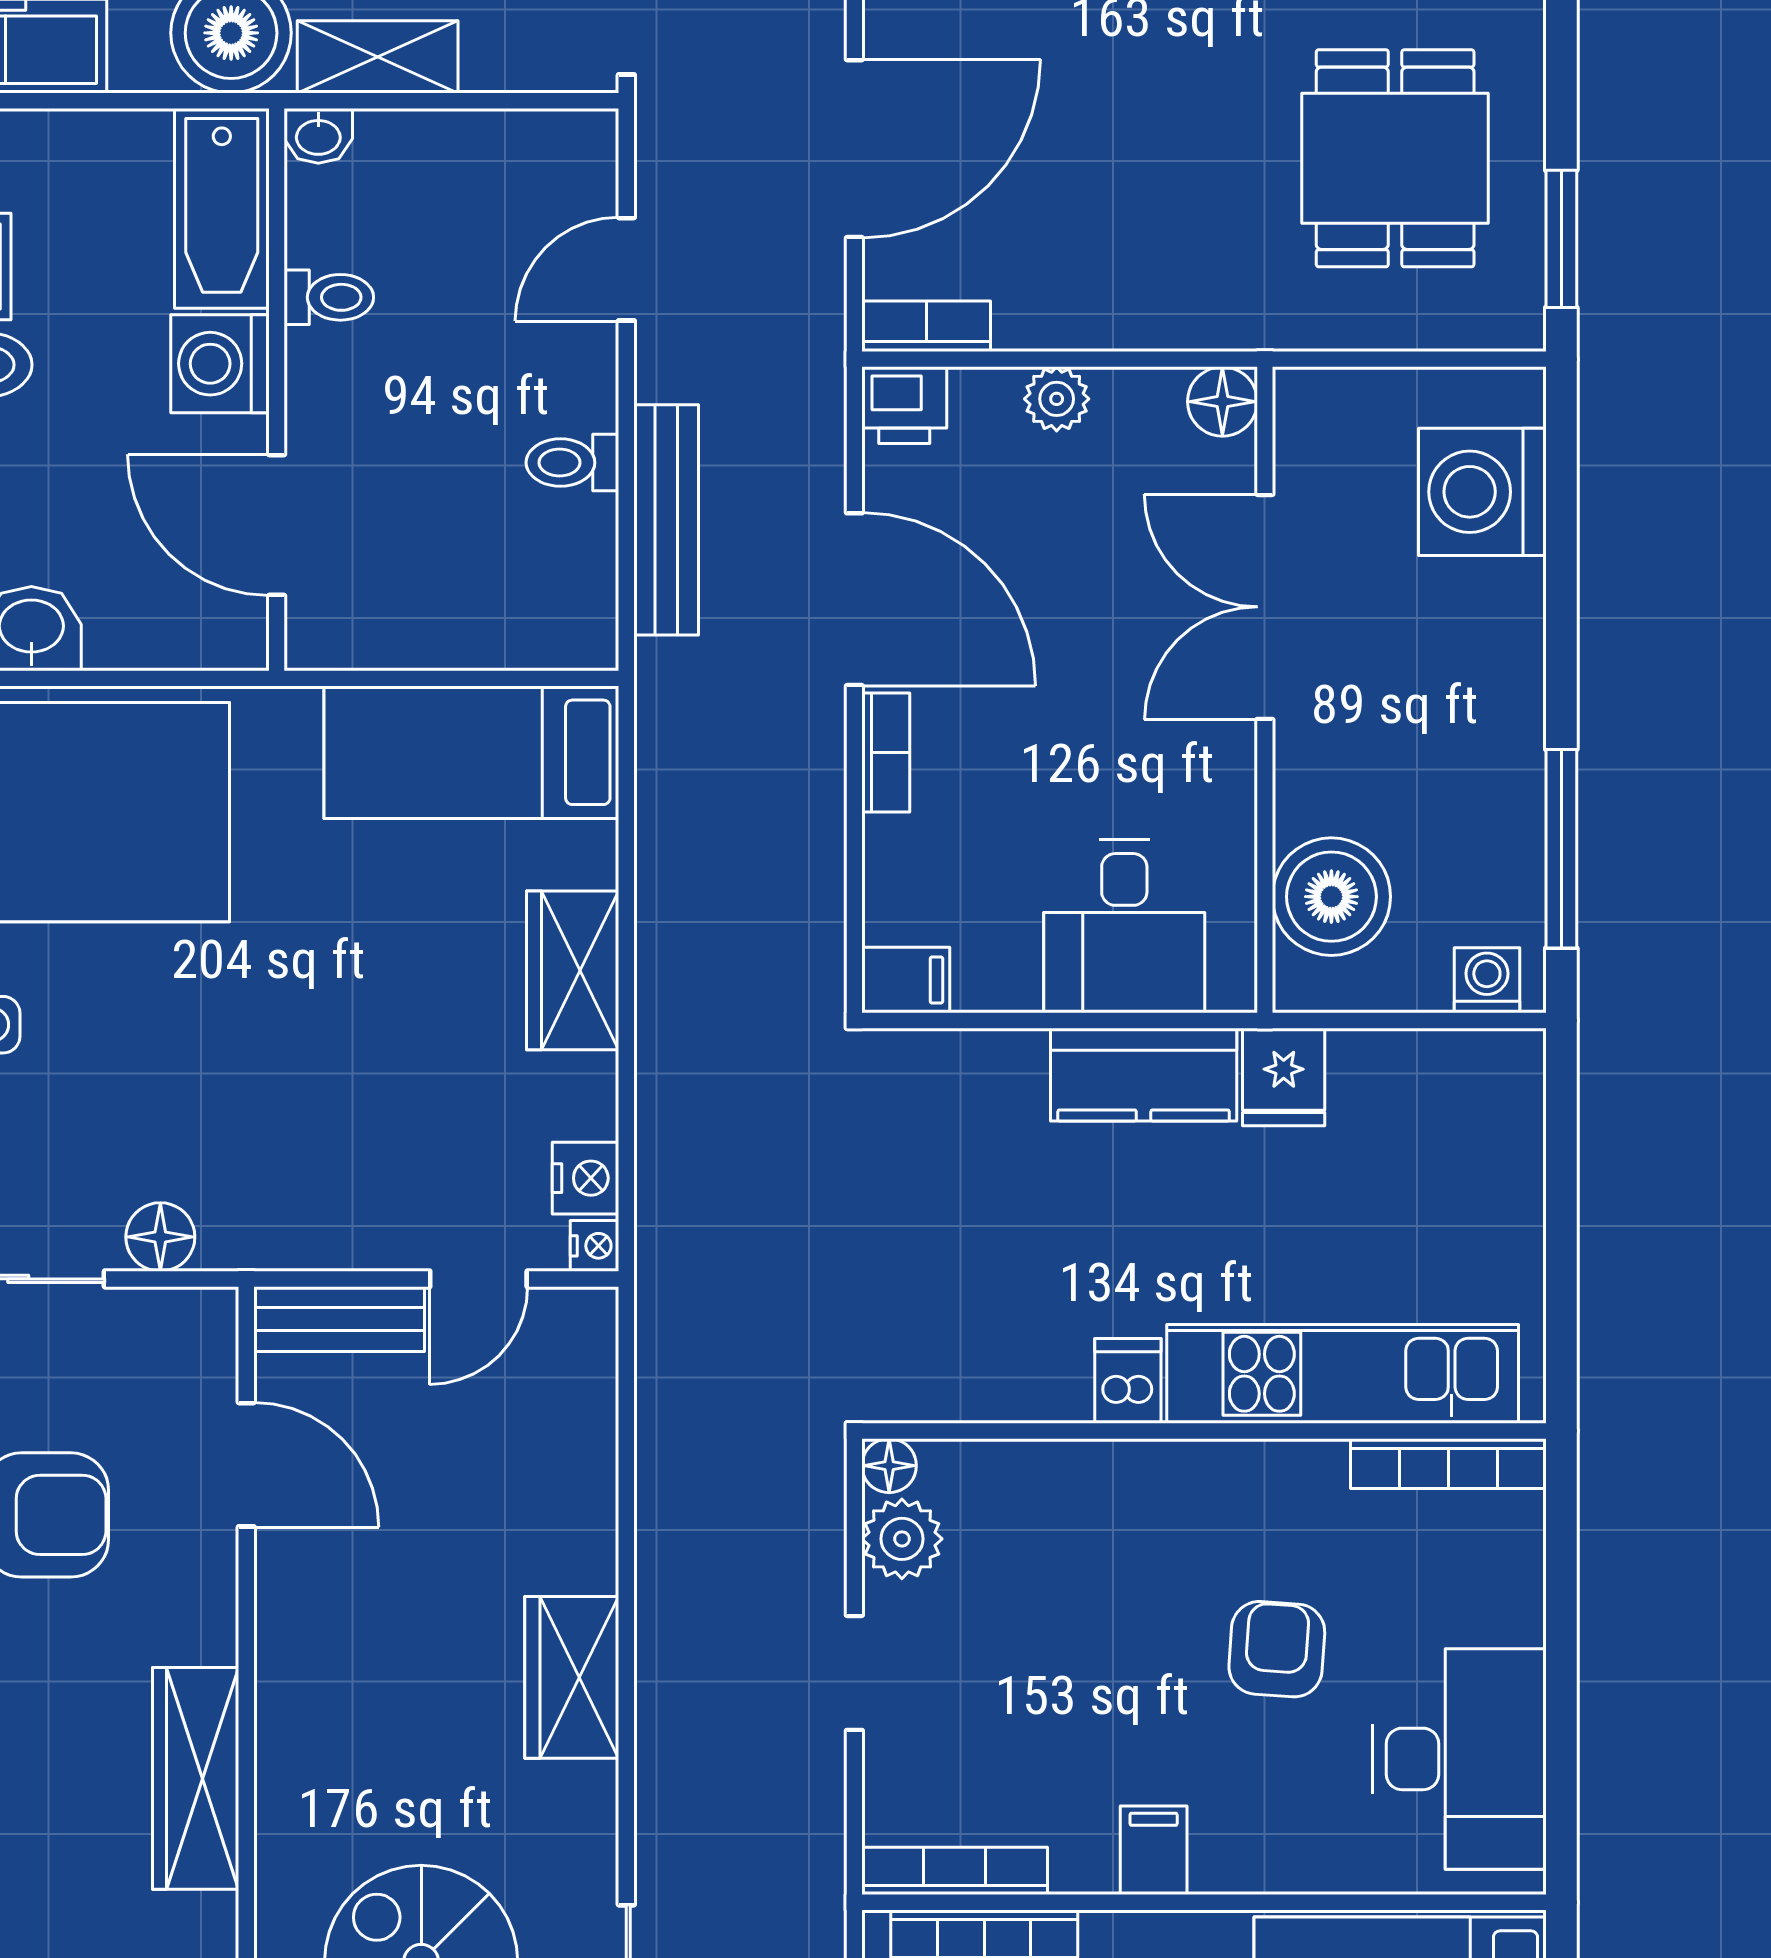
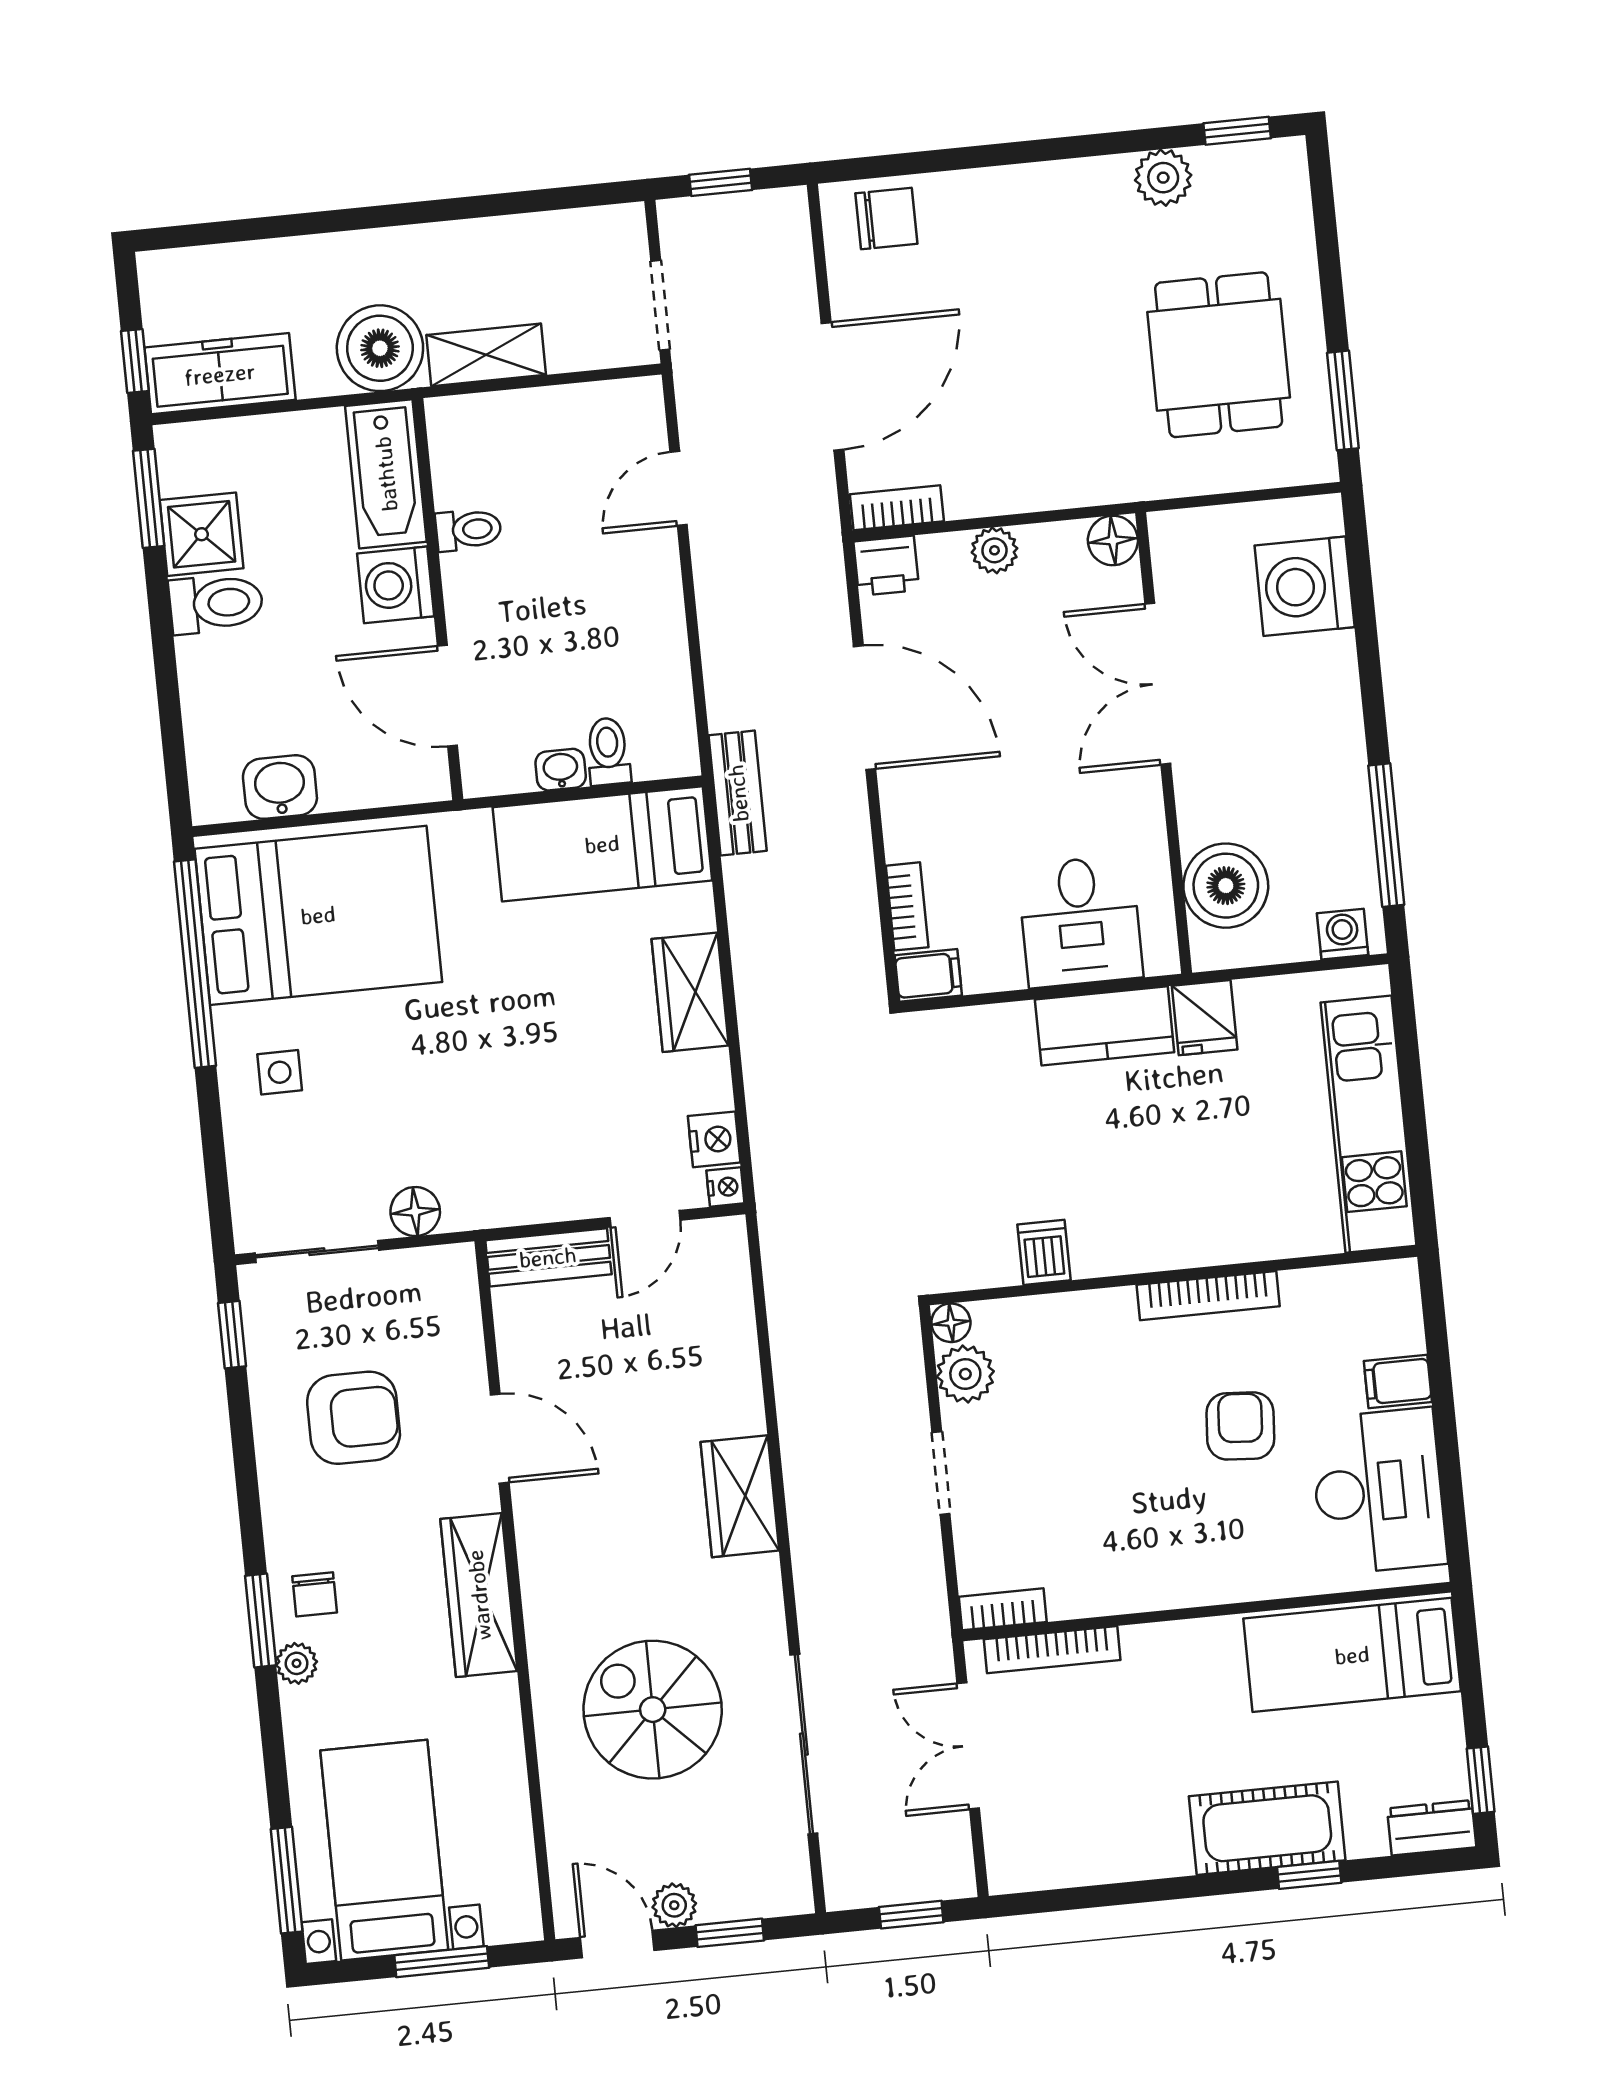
washbasin: (318, 136) -> (561, 770), moved, turned 180
toilet: (572, 463) -> (608, 751), moved, turned 90
bench: (666, 520) -> (738, 793), moved, width x0.73
bookcase: (886, 753) -> (907, 906), moved
kitchen unit: (1343, 1374) -> (1368, 1124), moved, turned -90
dishwasher: (1128, 1381) -> (1044, 1252), moved
bookcase: (1448, 1464) -> (1208, 1296), moved
door: (246, 1465) -> (500, 1439), moved
filing cabinet: (1154, 1850) -> (1398, 1381), moved, turned -90
bookcase: (955, 1871) -> (1003, 1609), width x0.64

